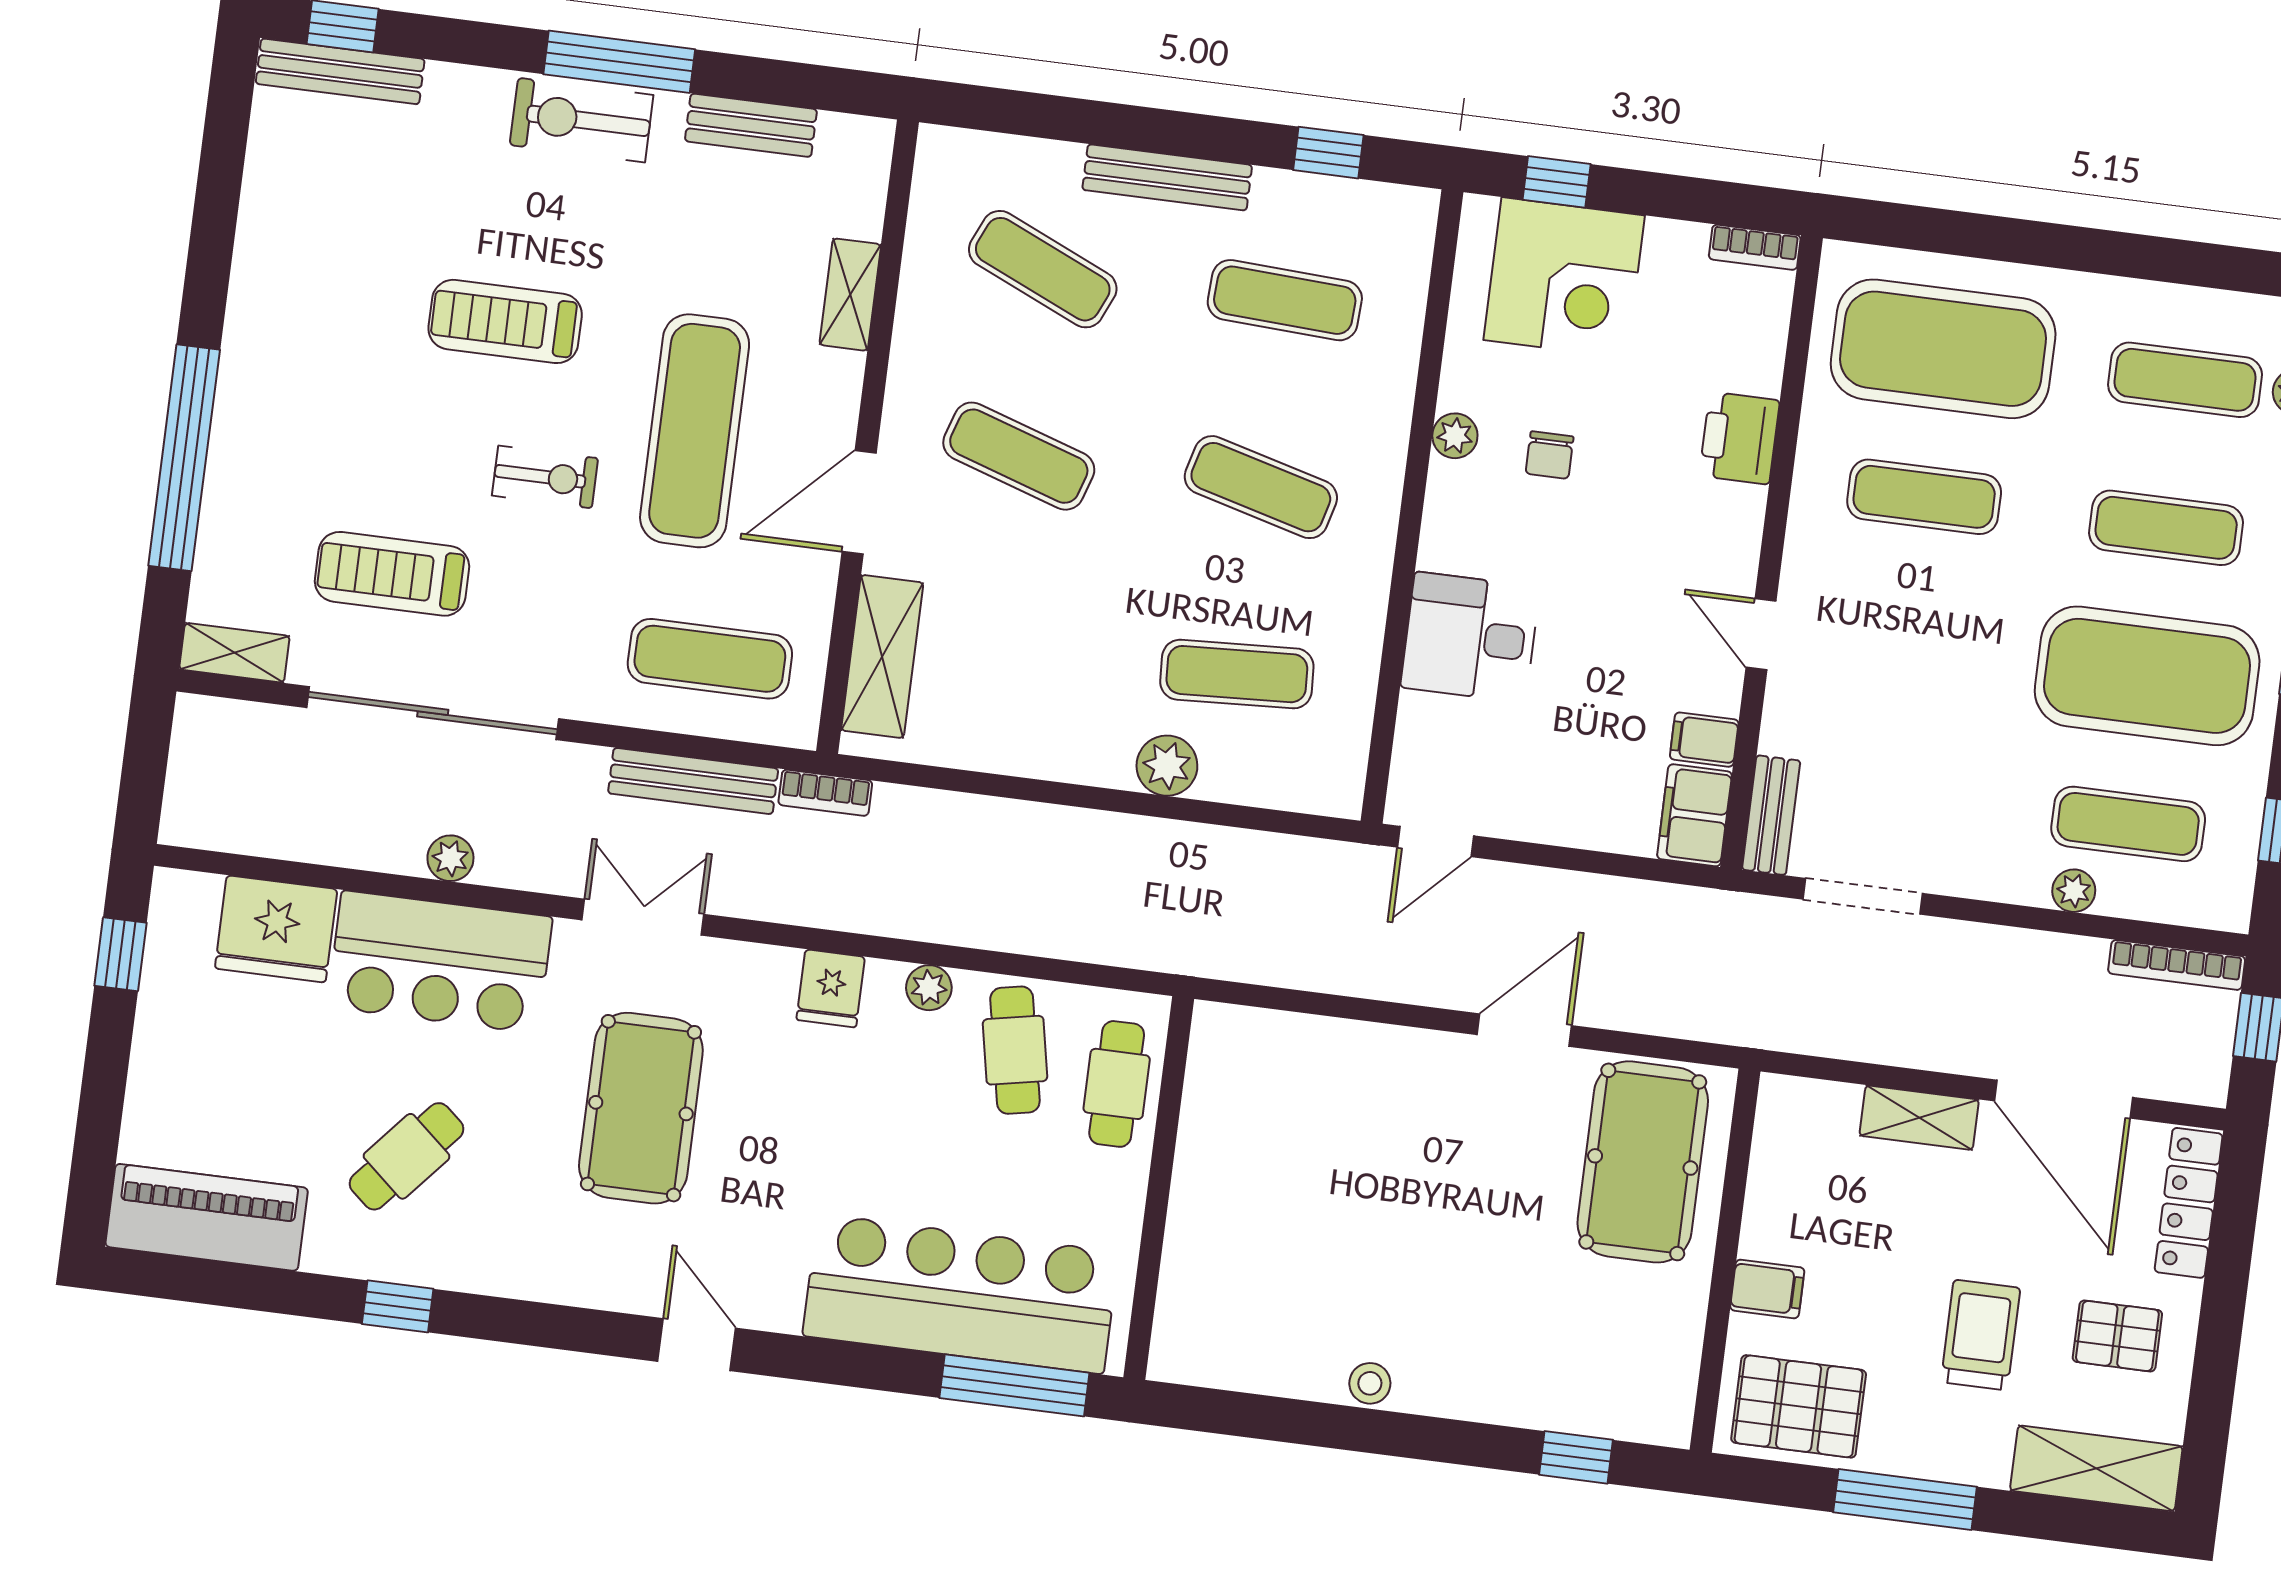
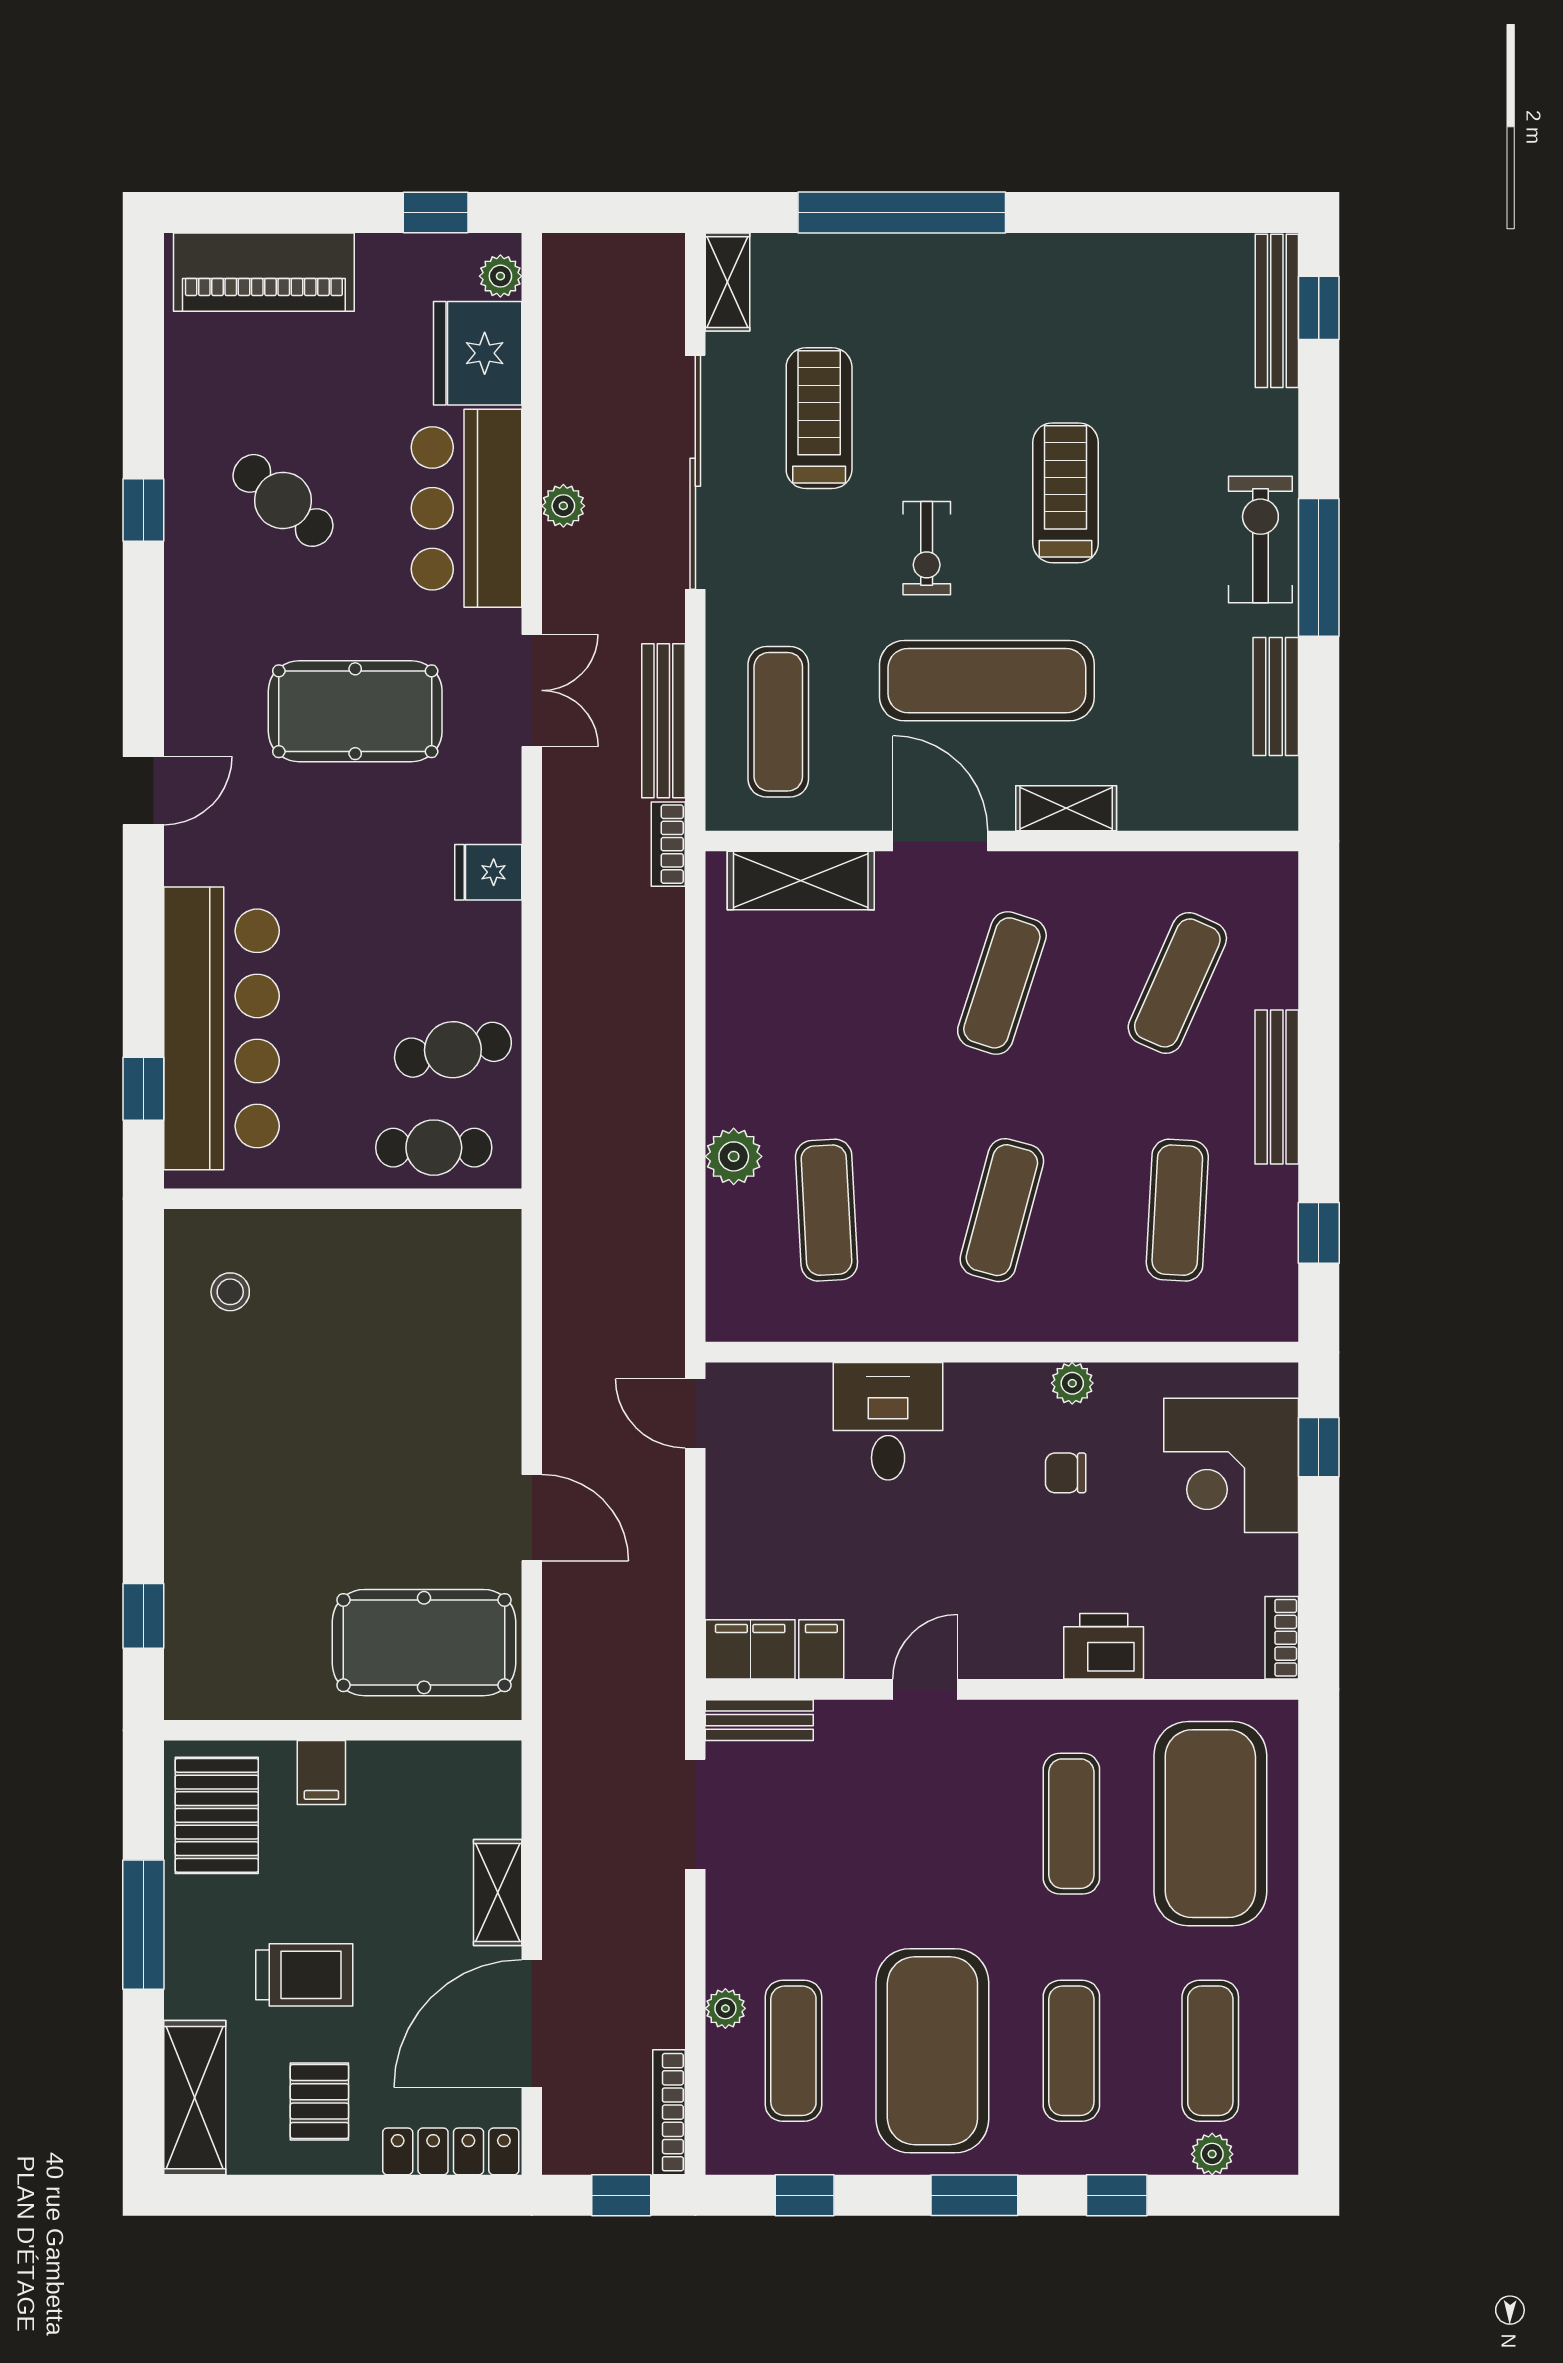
shelving: (850, 295) -> (1066, 808), moved
plant: (929, 988) -> (500, 276), moved
piano: (207, 1217) -> (264, 272), moved, turned 90
stool: (1370, 1383) -> (230, 1292), moved
window: (1014, 1385) -> (143, 1089), width x0.46

